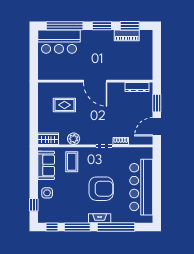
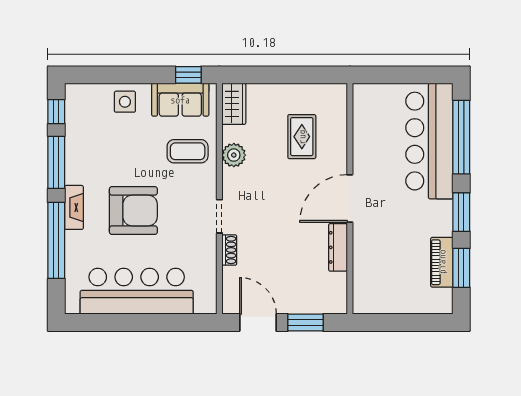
bar counter: (59, 42) -> (429, 141), width x1.36
dresser: (137, 87) -> (338, 247), moved
armchair: (101, 189) -> (133, 211), turned -90
window: (34, 205) -> (188, 75), moved

